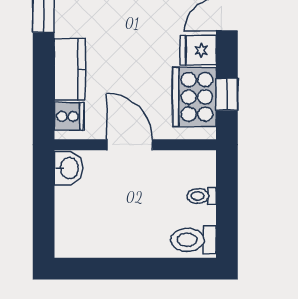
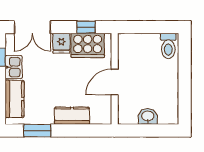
cooker: (69, 116) -> (99, 116), removed
washbasin: (69, 168) -> (148, 116), moved
toilet: (202, 196) -> (144, 41), removed

